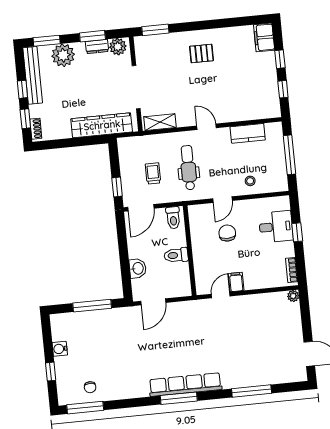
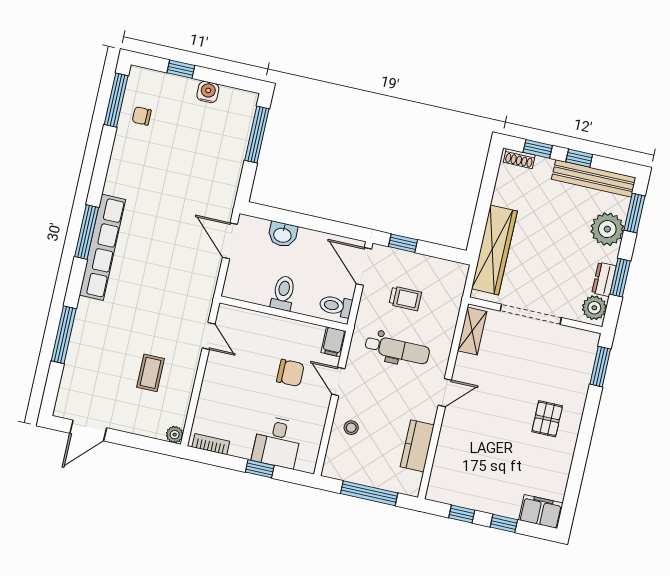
filing cabinet: (236, 282) -> (333, 342), moved, turned 90
window: (92, 306) -> (257, 135), moved
coffee table: (258, 325) -> (151, 373), added

